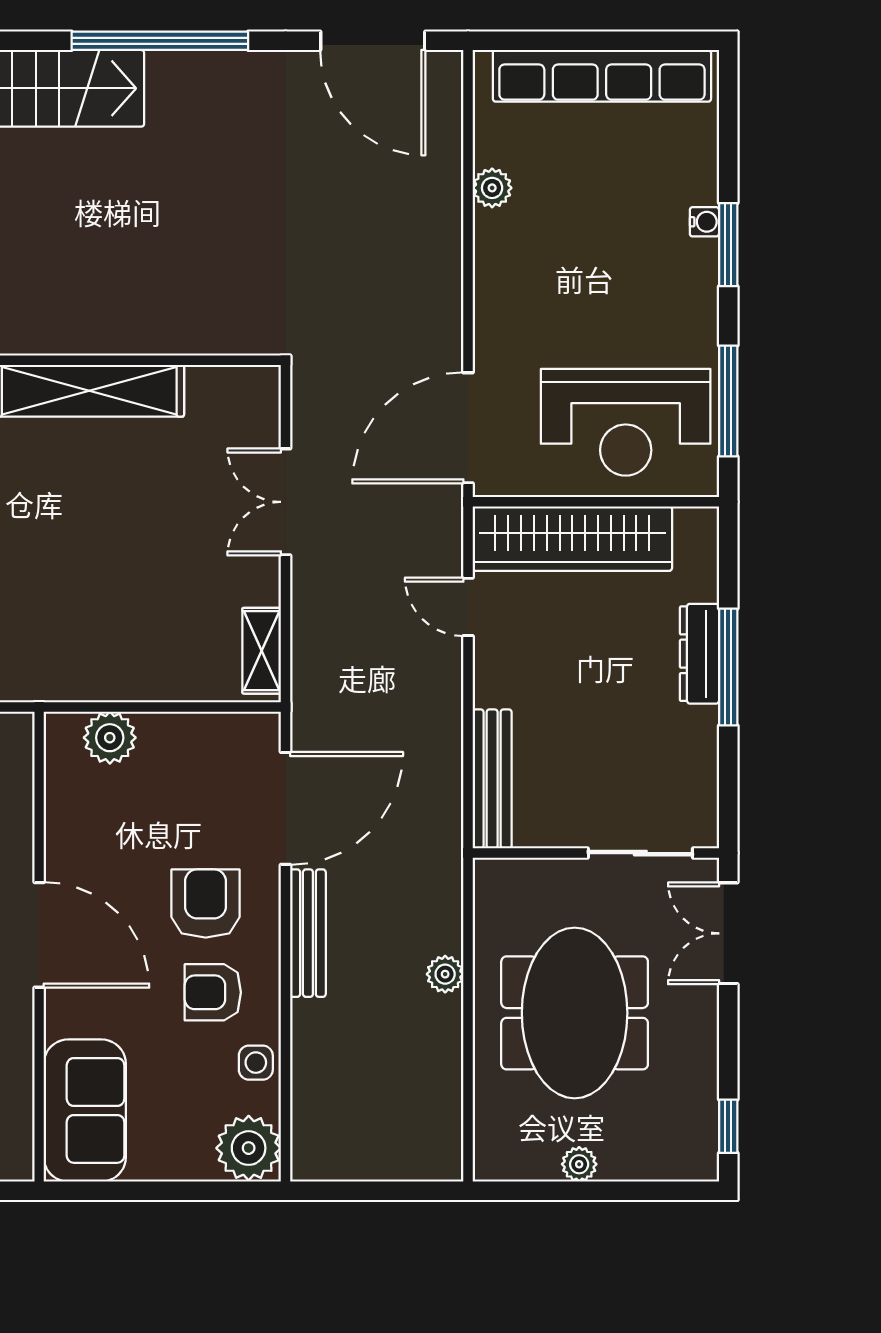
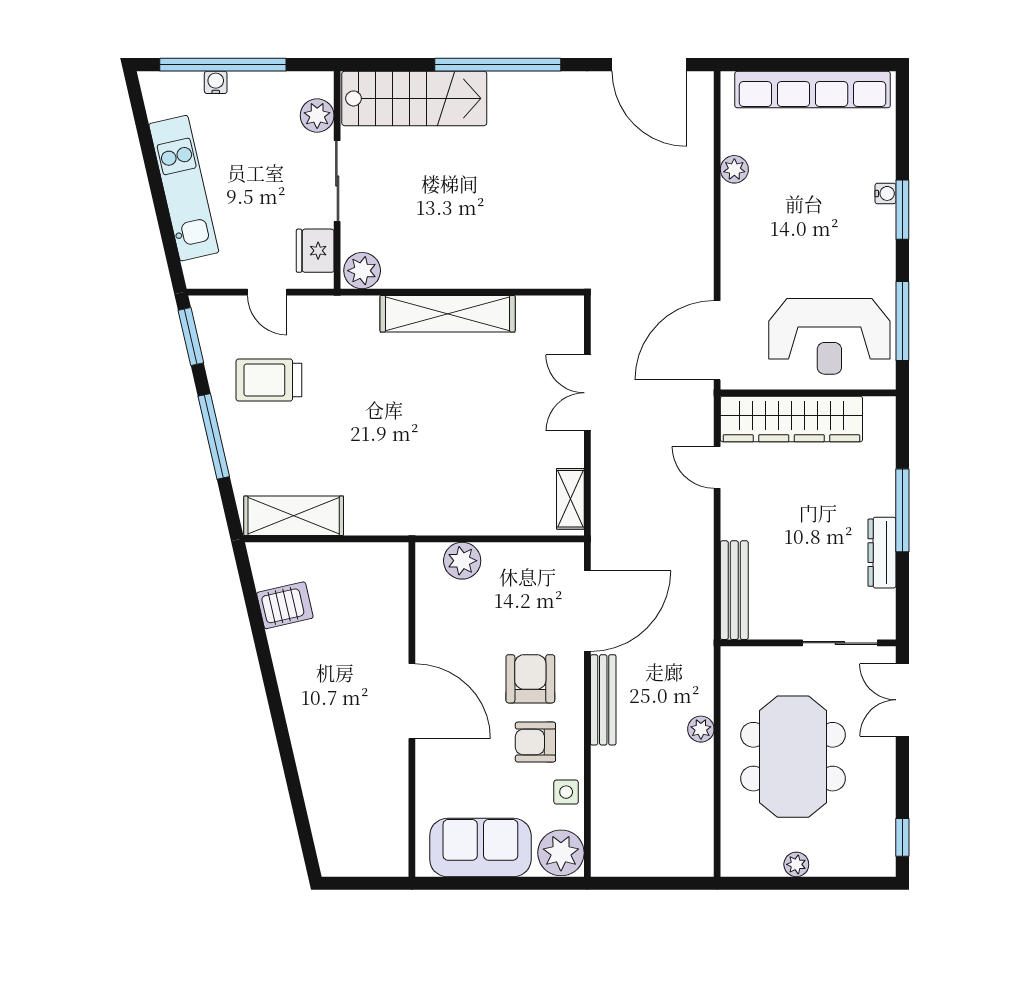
dresser: (699, 654) -> (882, 553), moved
sofa: (85, 1110) -> (480, 847), moved, turned -90

